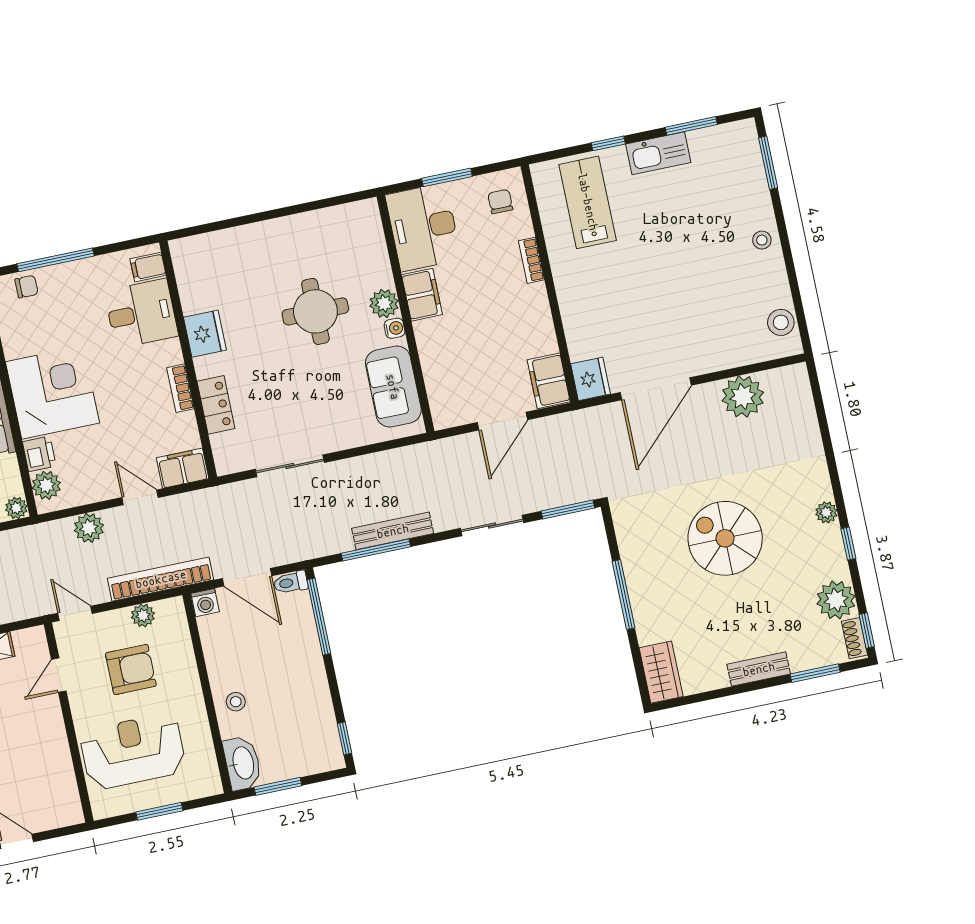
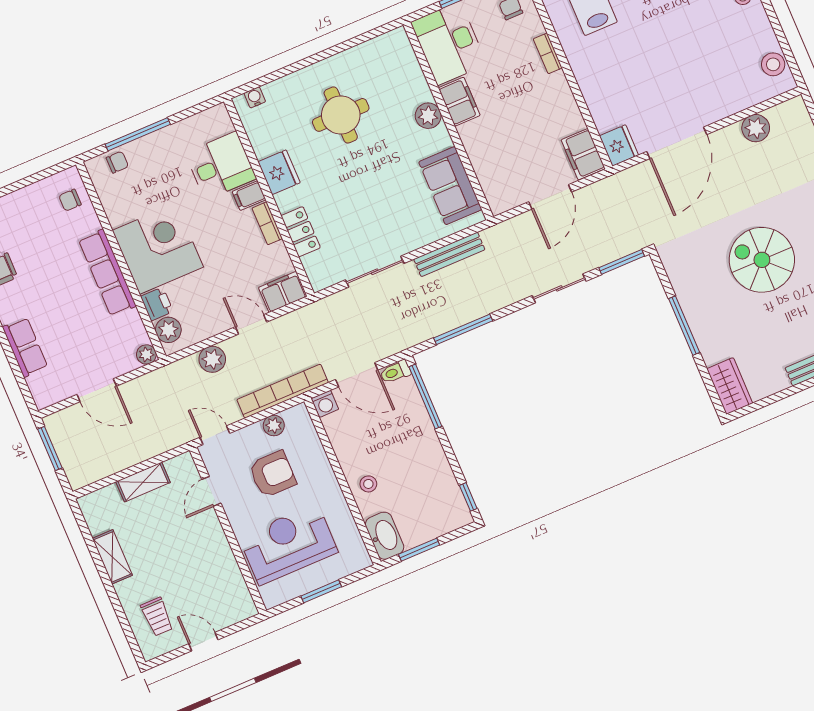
filing cabinet: (148, 267) -> (249, 196), moved
round table: (315, 311) -> (341, 115), moved
water cooler: (395, 328) -> (255, 97), moved, turned -90
plant: (743, 397) -> (756, 128), width x0.73, depth x0.73
bench: (393, 531) -> (449, 254), moved

